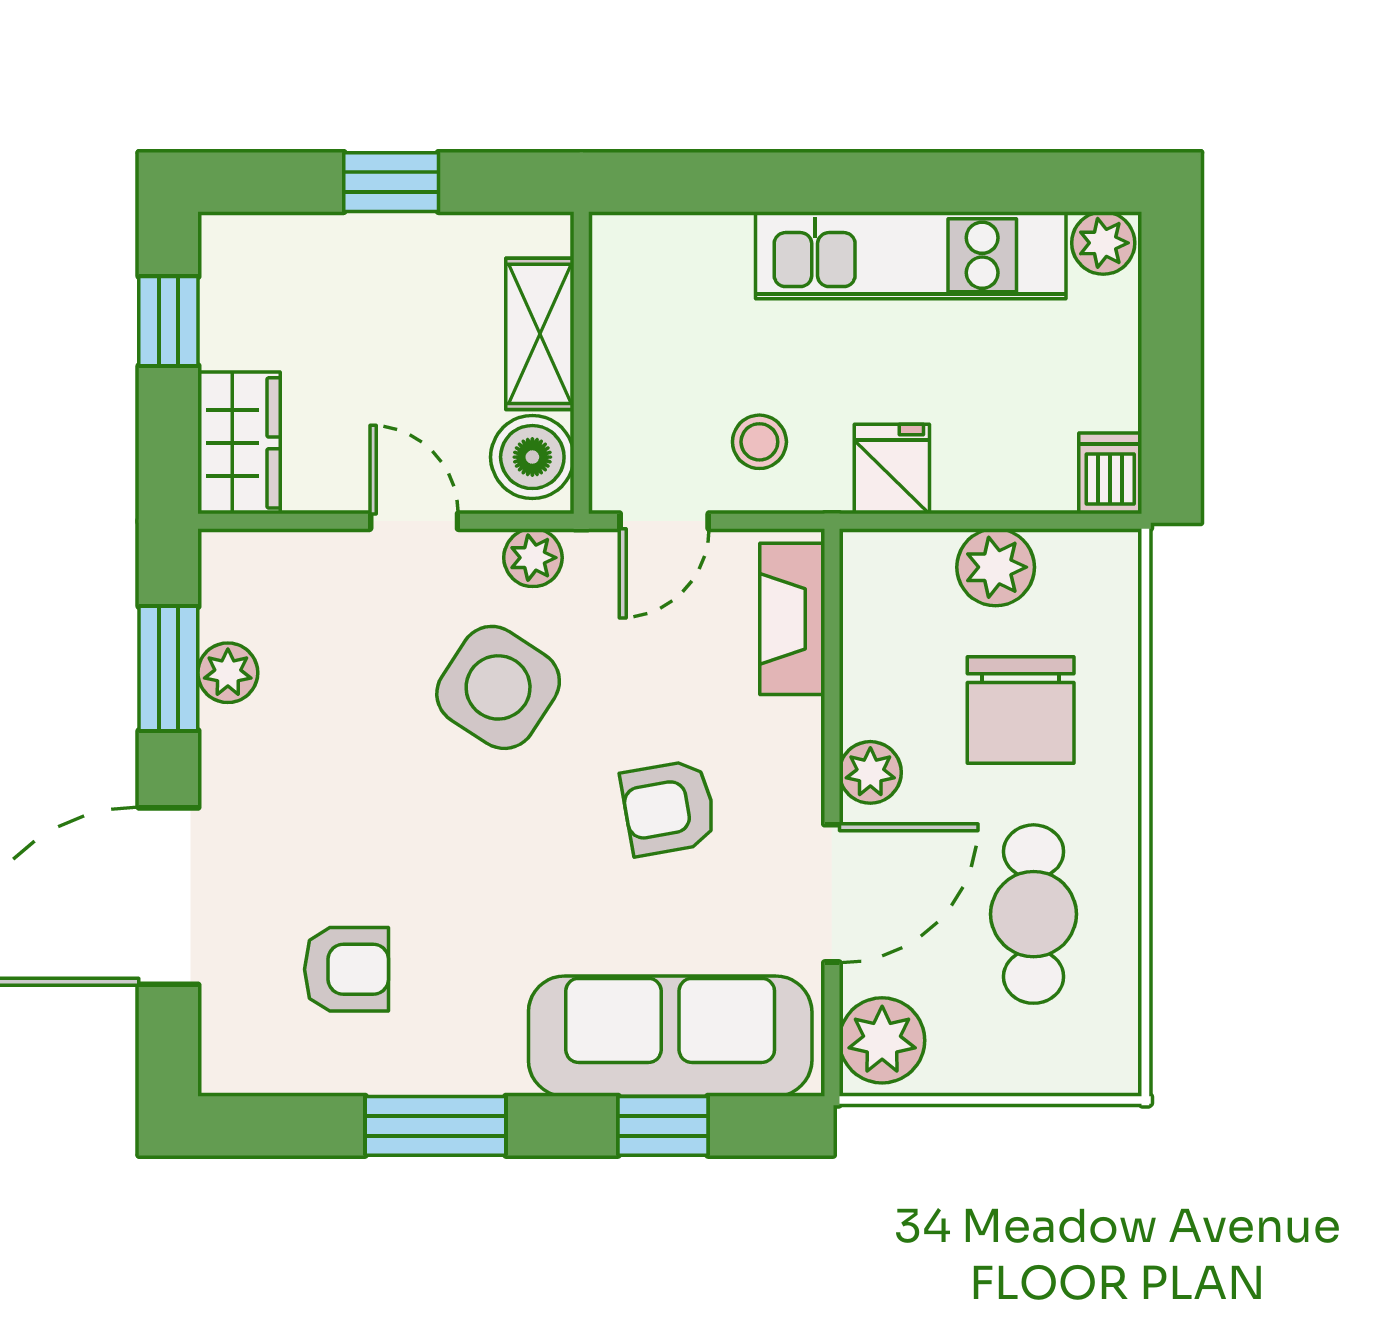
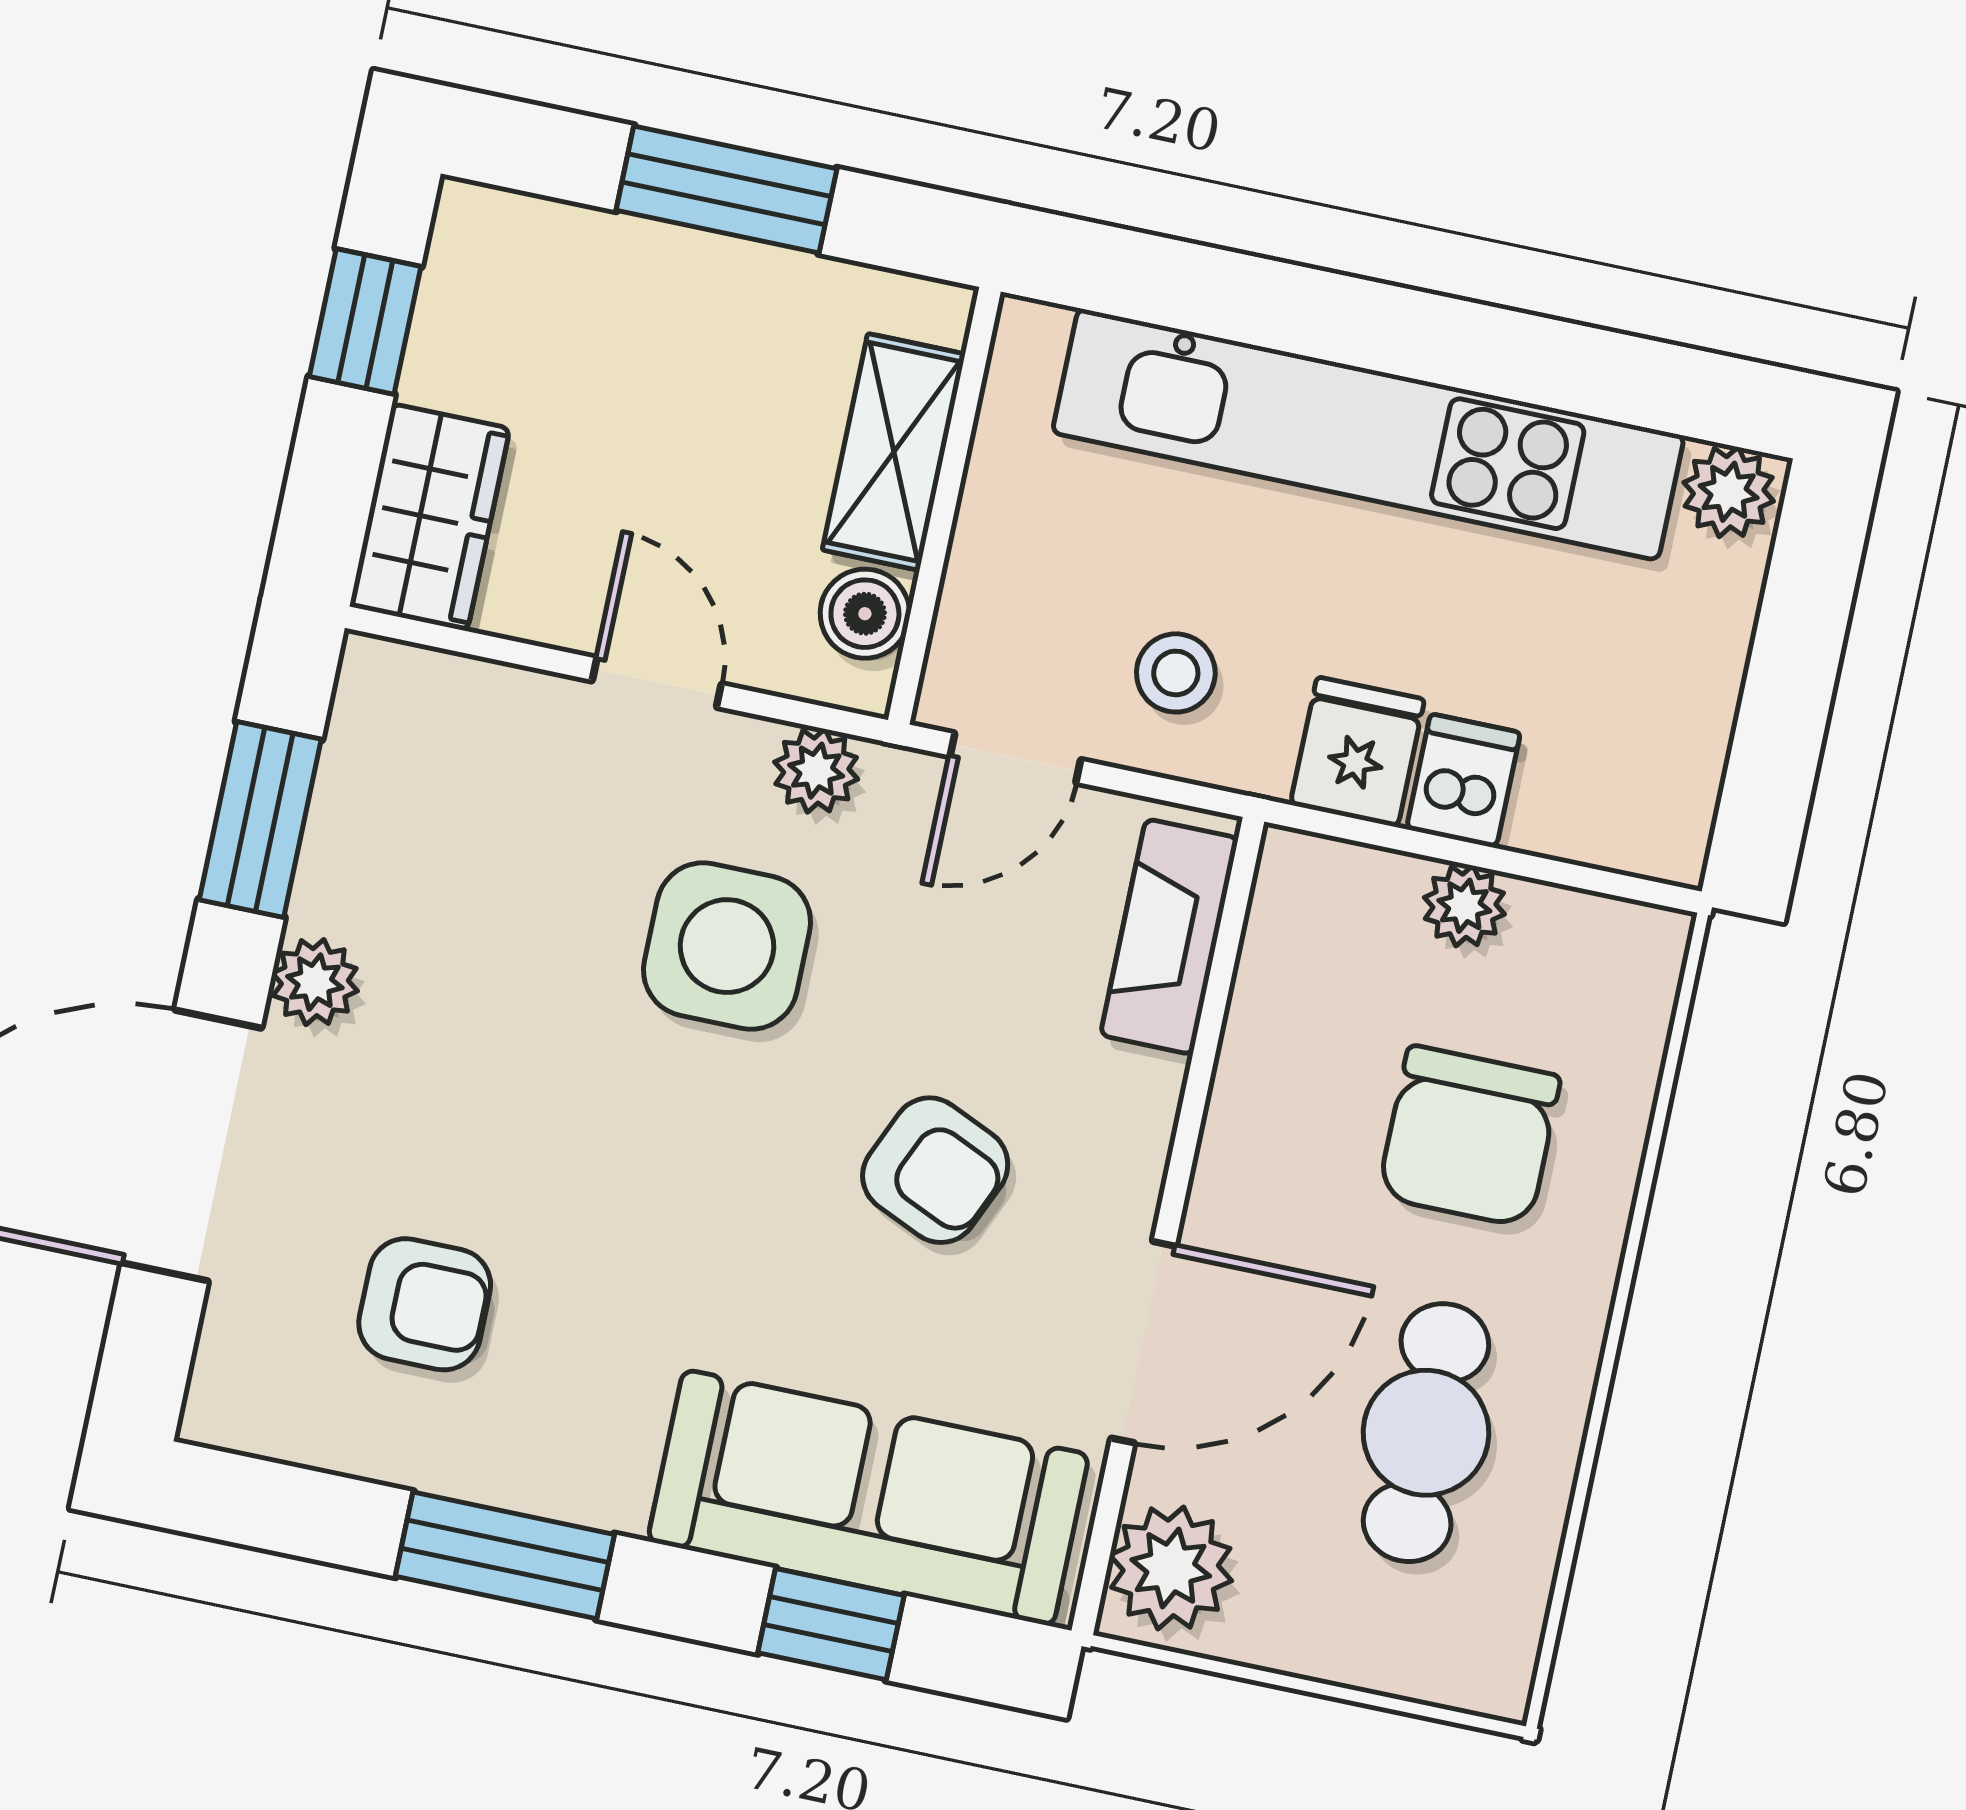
window: (391, 182) -> (726, 189), width x1.50
kitchen unit: (911, 255) -> (1368, 434), width x1.36
boiler: (532, 457) -> (865, 614), width x0.73, depth x0.73
dishwasher: (1110, 473) -> (1463, 781), moved
plant: (996, 567) -> (1464, 906), width x0.73, depth x0.73
plant: (228, 673) -> (315, 982), moved
side table: (498, 687) -> (727, 946), turned -33
plant: (870, 772) -> (1235, 1180), removed
armchair: (669, 808) -> (935, 1170), turned -146

